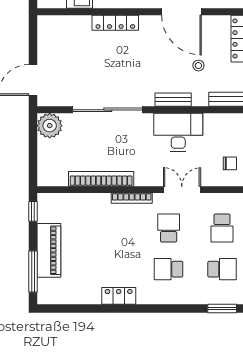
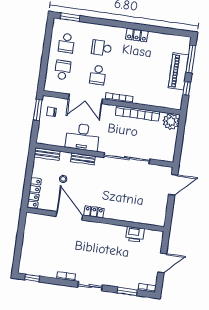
locker: (115, 23) -> (94, 212), moved, width x0.66
plant: (50, 126) -> (171, 122), moved
double door: (182, 190) -> (85, 99), width x1.37
window: (33, 211) -> (187, 88), moved
school desk: (169, 269) -> (102, 48), turned 180
school desk: (222, 269) -> (66, 43), turned -90

